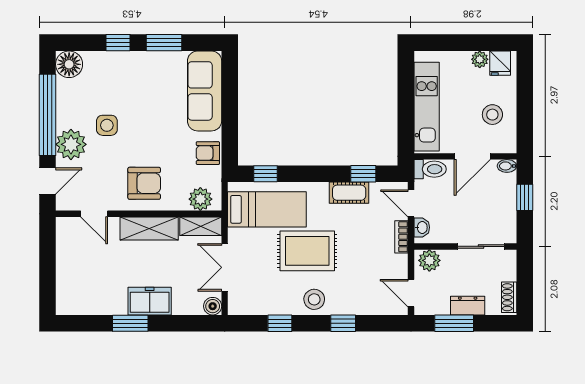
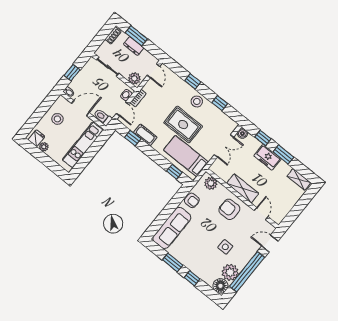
plant: (71, 144) -> (230, 272), moved
shelving: (201, 226) -> (299, 179), moved
window: (178, 323) -> (263, 138), added
window: (454, 323) -> (136, 36), moved

